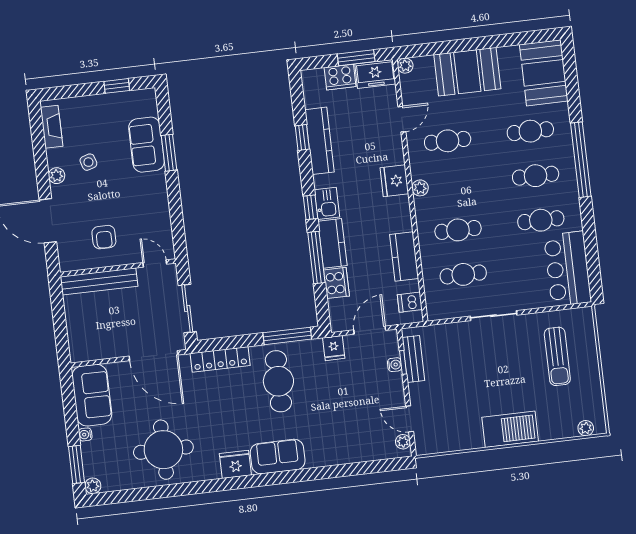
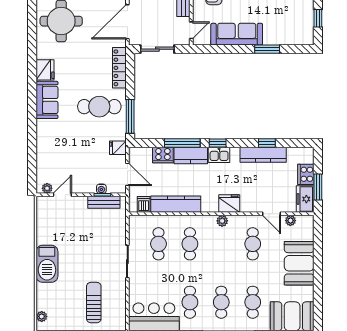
plant: (405, 66) -> (290, 221), moved
sofa: (146, 145) -> (237, 34), moved, width x1.36
kitchen counter: (404, 256) -> (176, 204), width x1.50
sun lounger: (557, 356) -> (94, 303), turned 90

